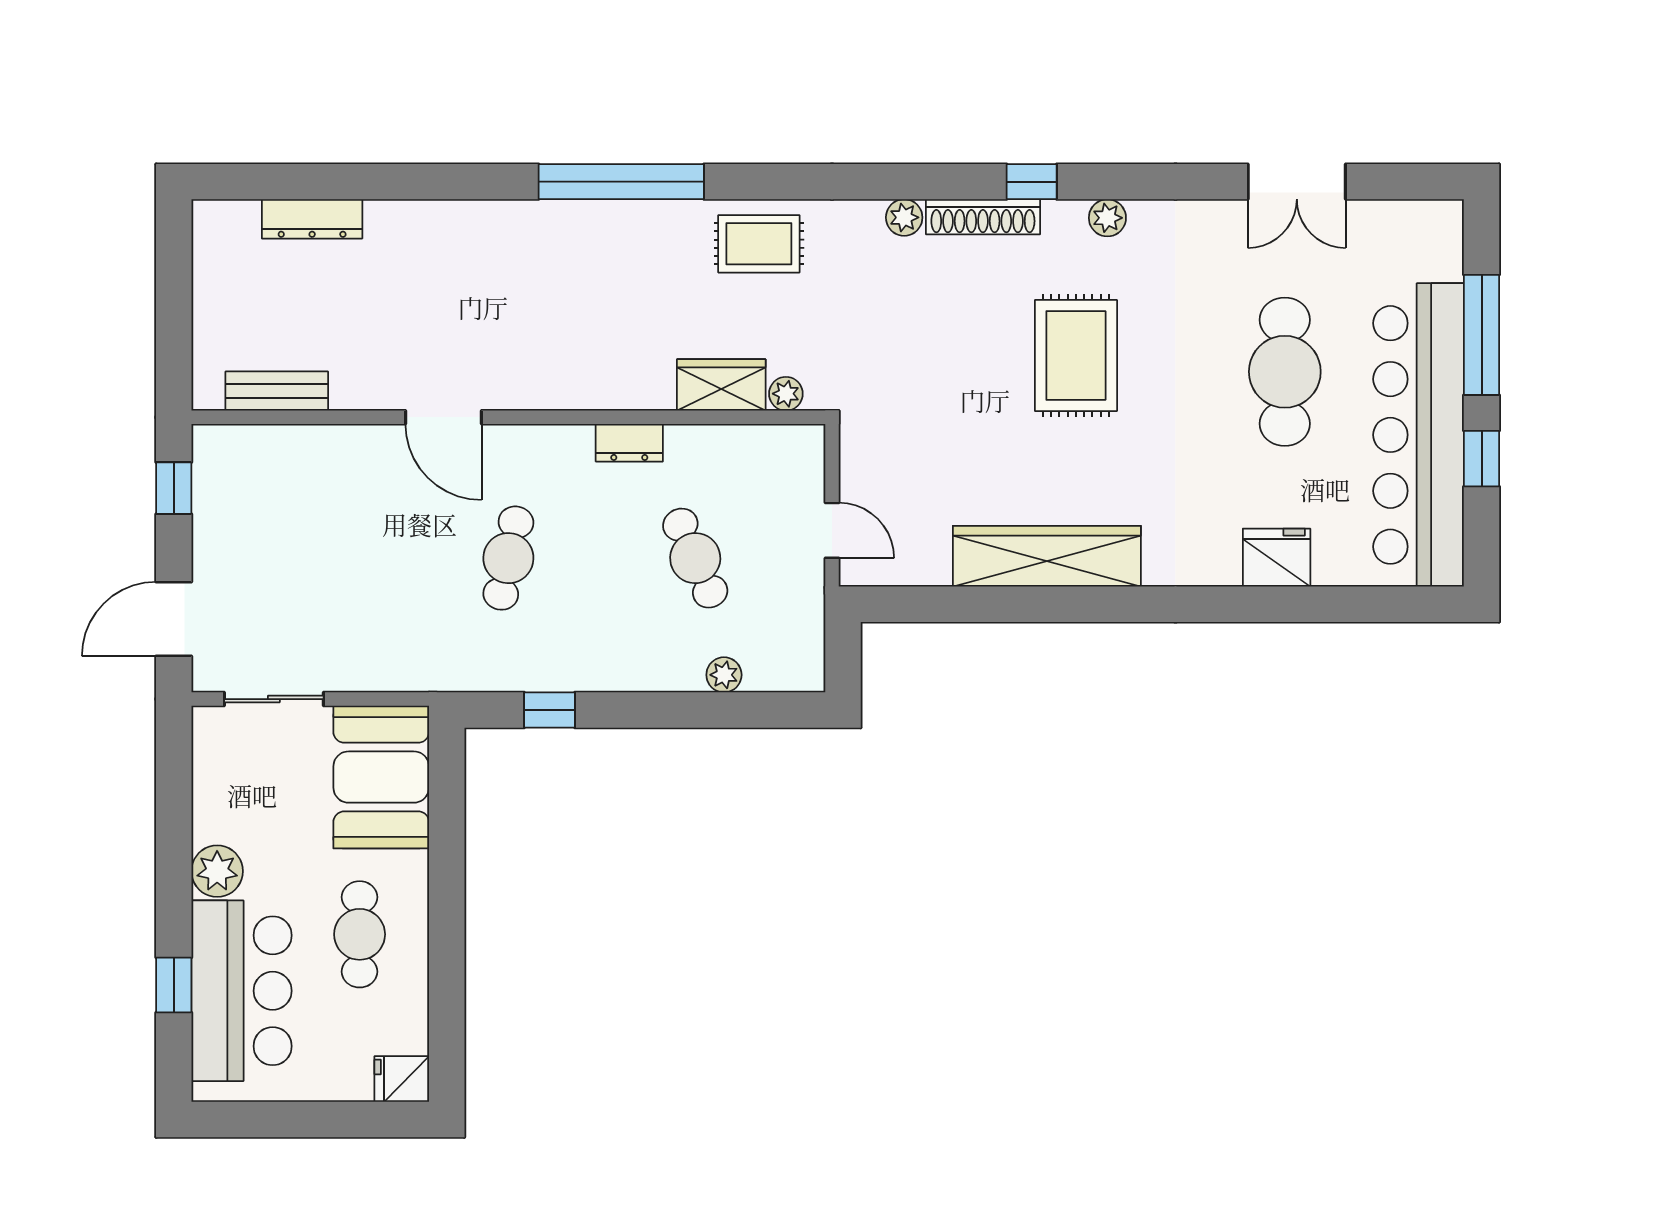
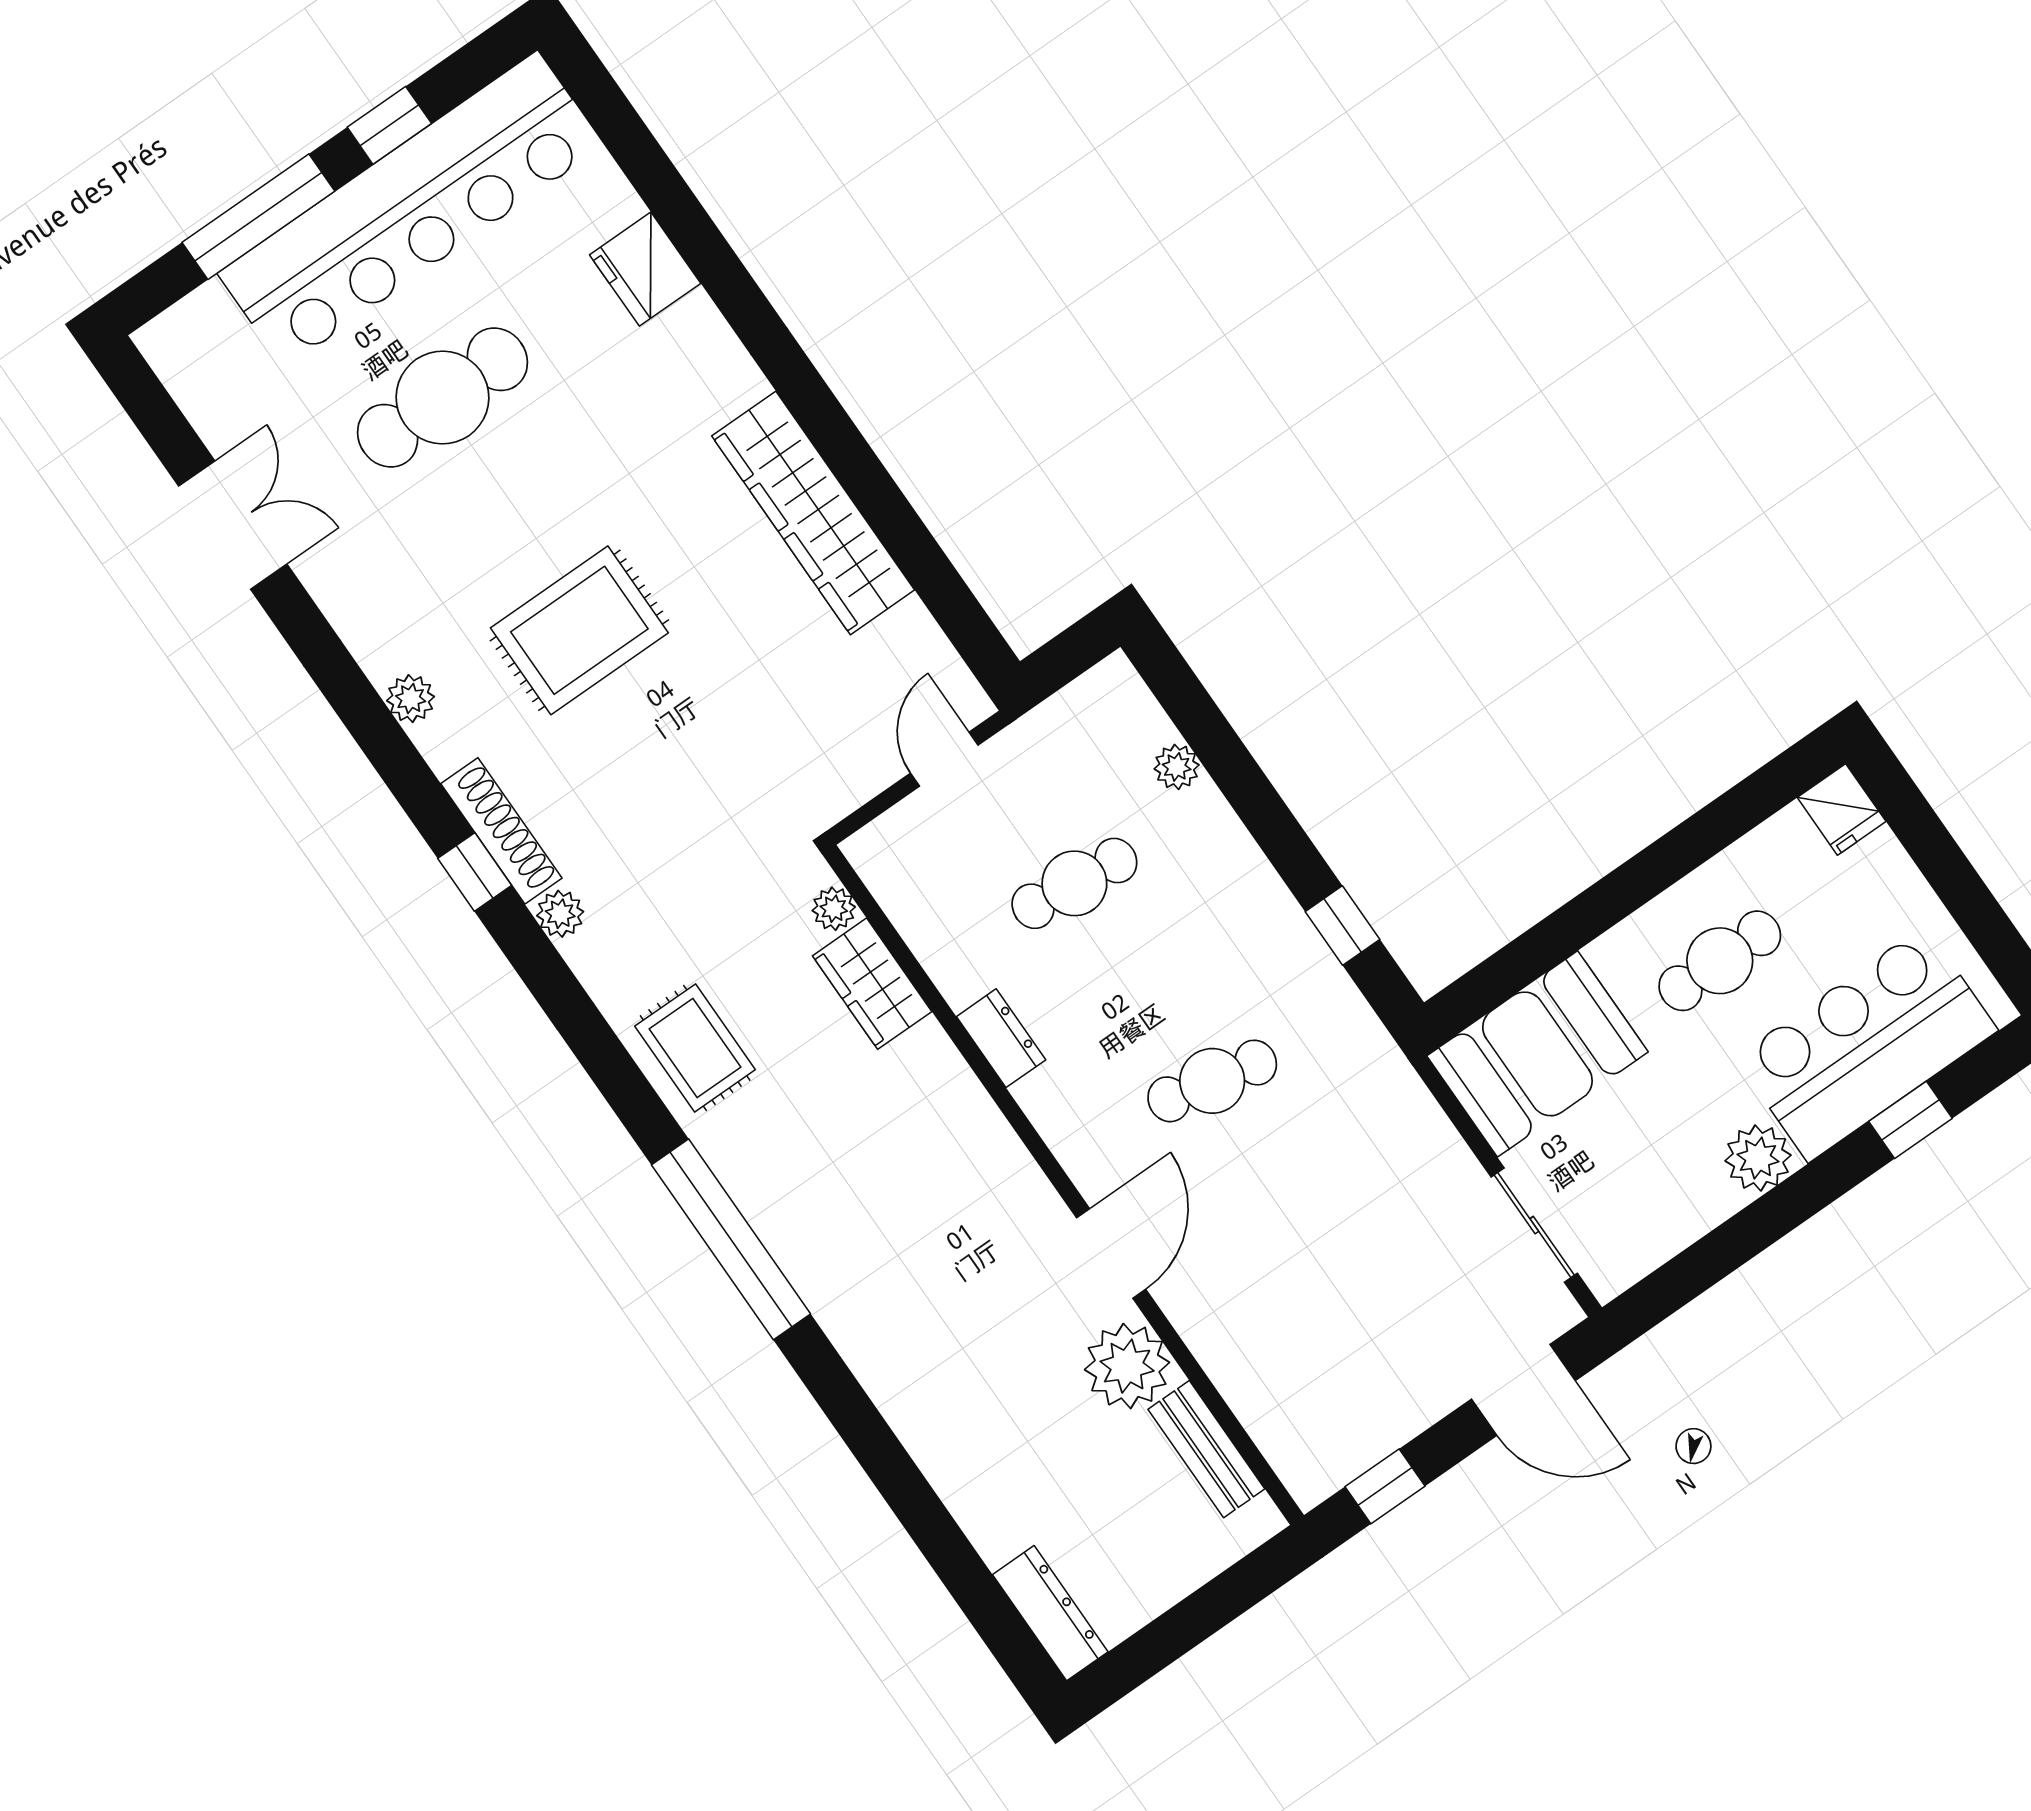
window: (1032, 182) -> (475, 872), moved
dresser: (312, 219) -> (1050, 1613), moved
plant: (365, 377) -> (1127, 1366), added
cafe table: (695, 558) -> (1074, 883), turned 30

